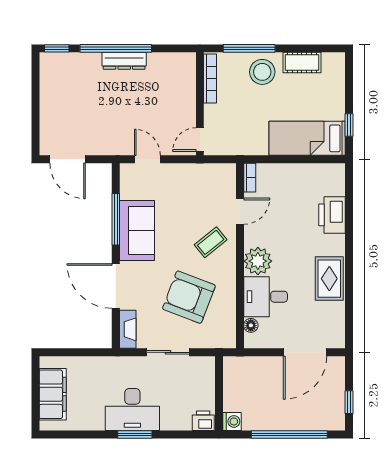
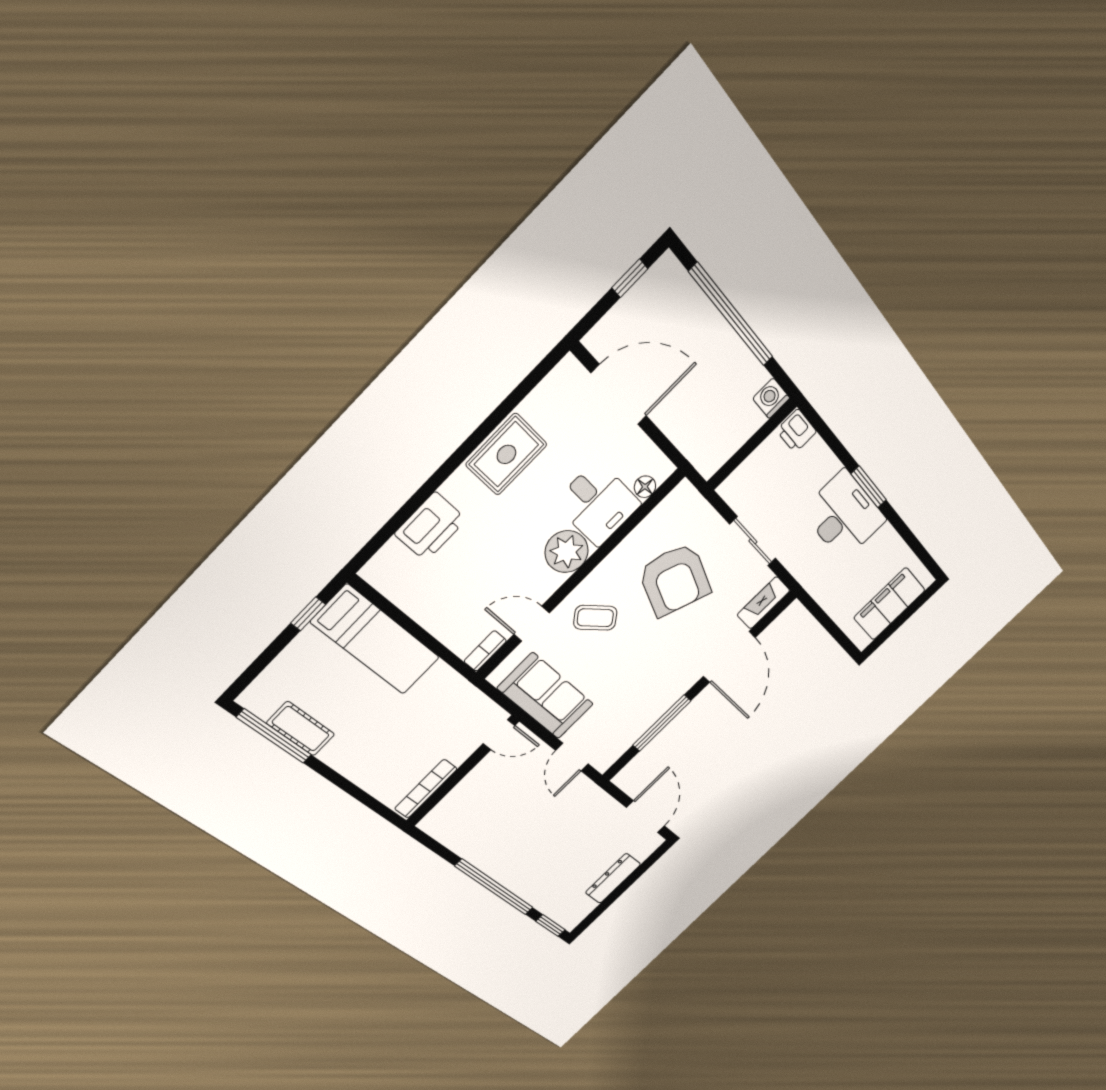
window: (249, 48) -> (274, 736), moved
dresser: (124, 61) -> (613, 878), moved, turned -90
stool: (262, 72) -> (359, 753), removed
sofa: (137, 231) -> (546, 696), moved, turned 90

